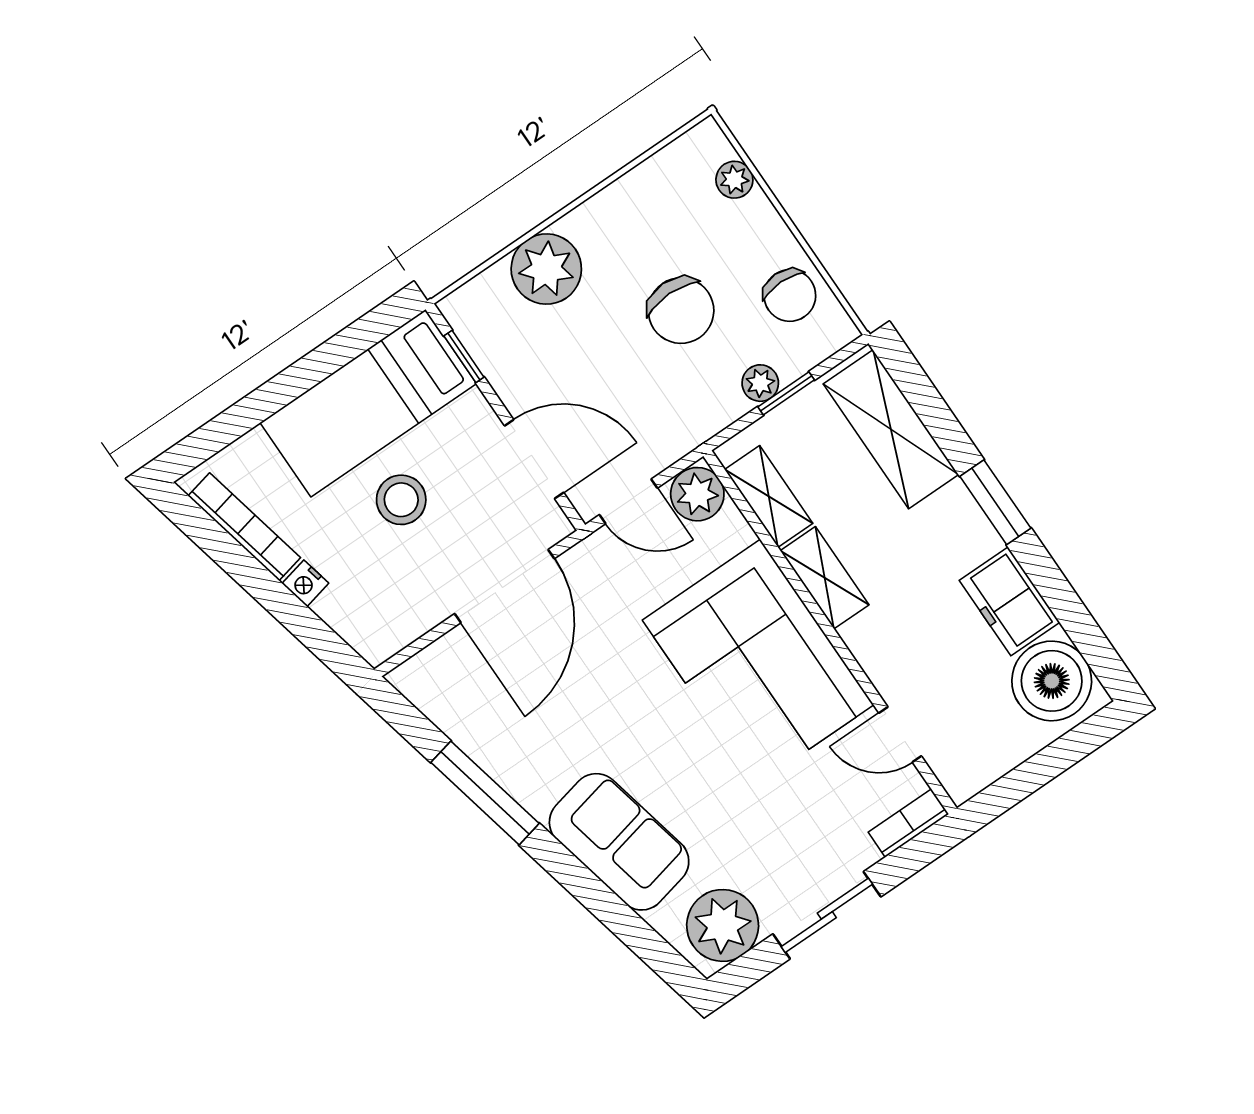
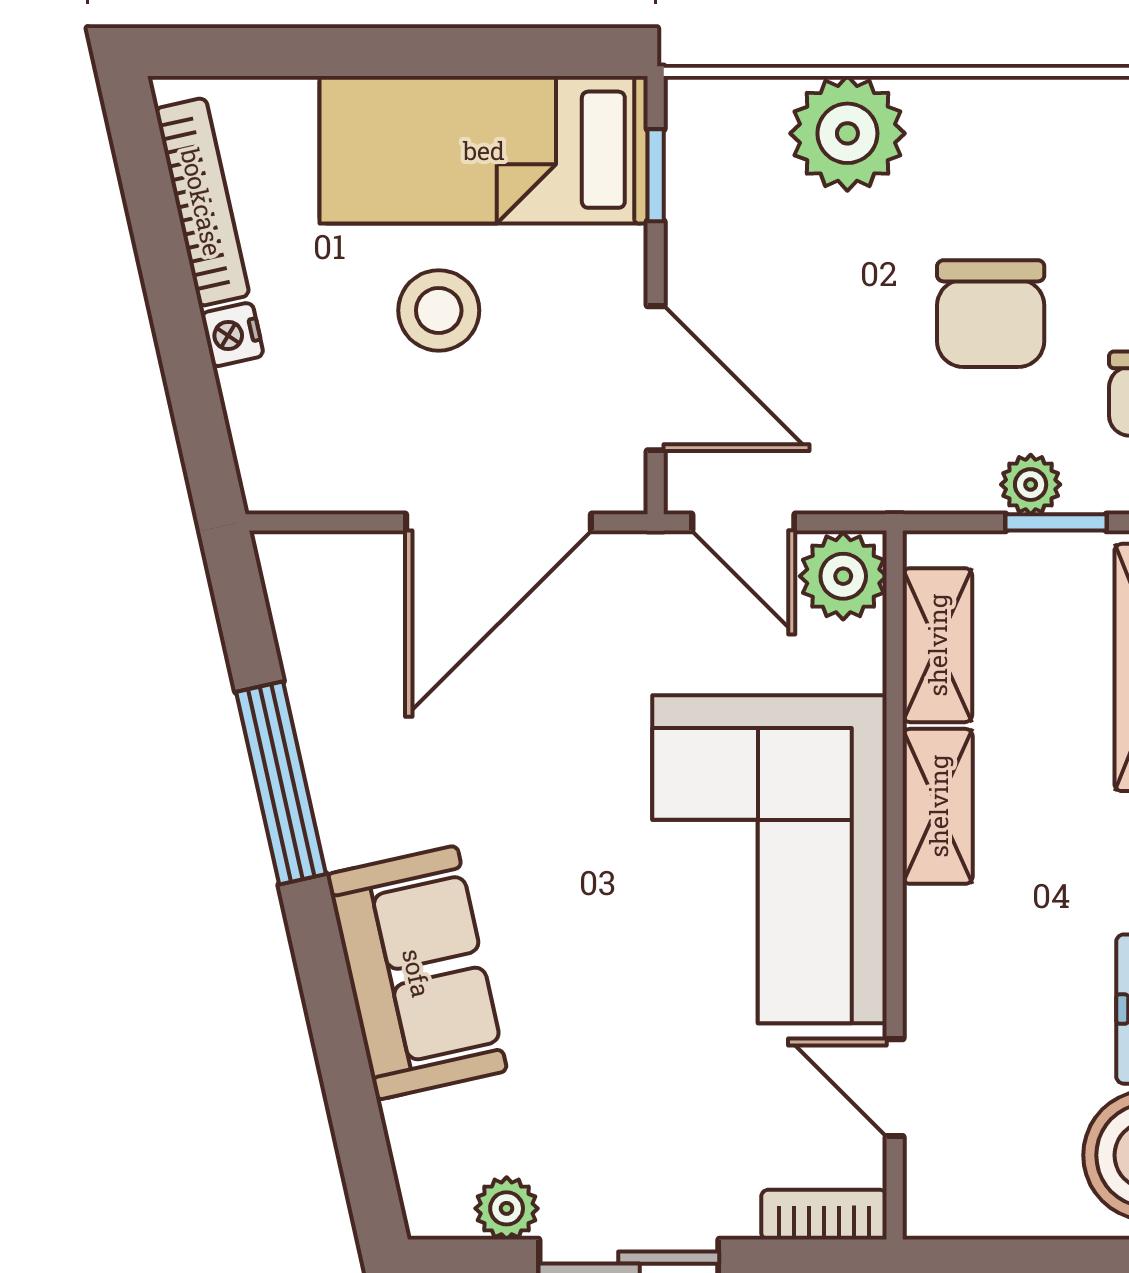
plant: (723, 925) -> (507, 1208), width x0.53, depth x0.53

